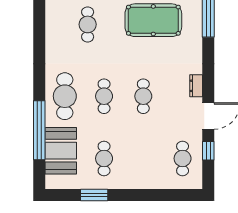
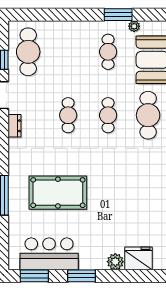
cafe table: (88, 24) -> (125, 188), removed
cafe table: (183, 158) -> (28, 52), width x1.37, depth x1.35
plant: (78, 184) -> (134, 26), added

